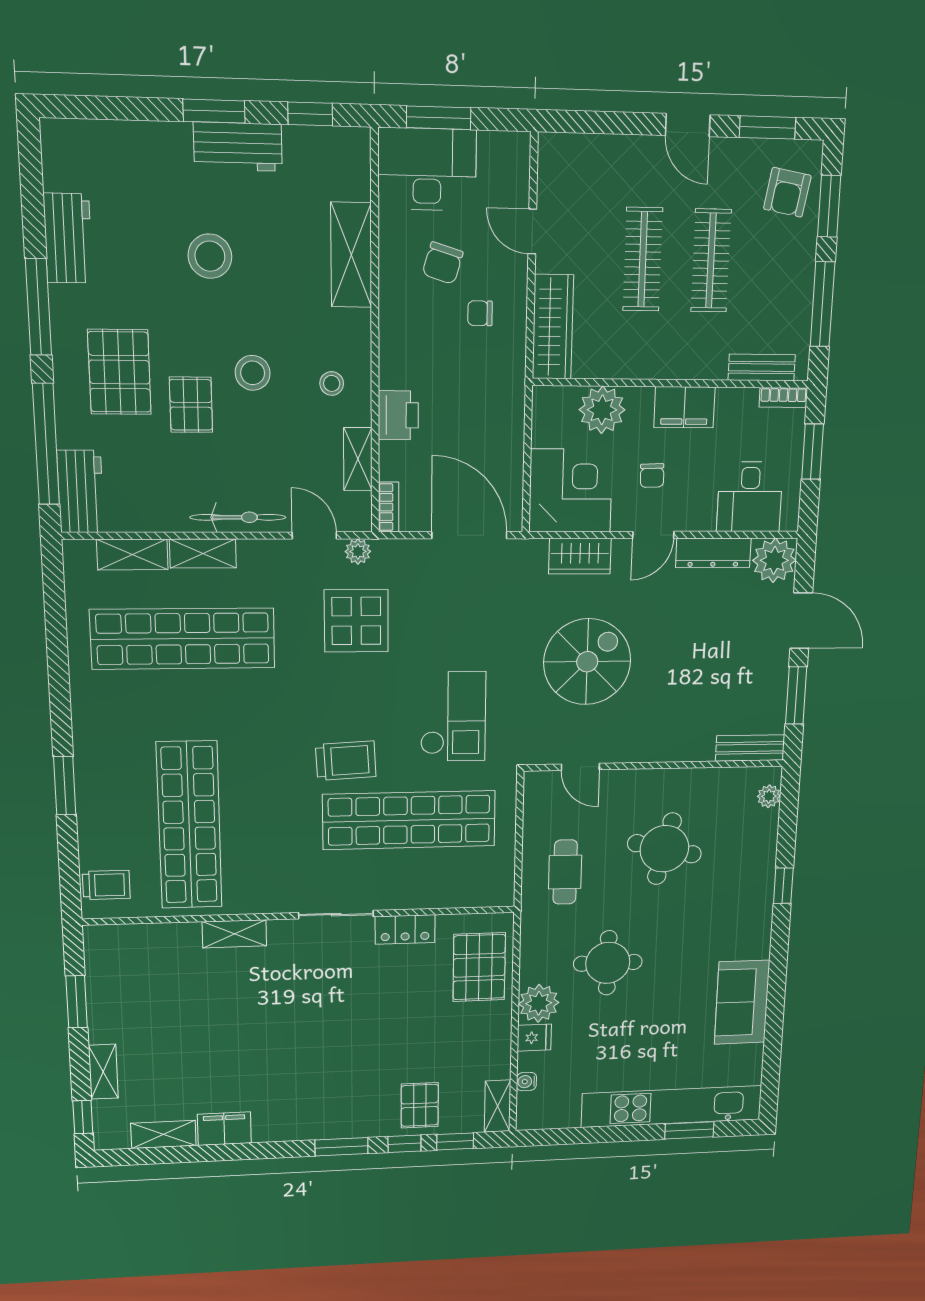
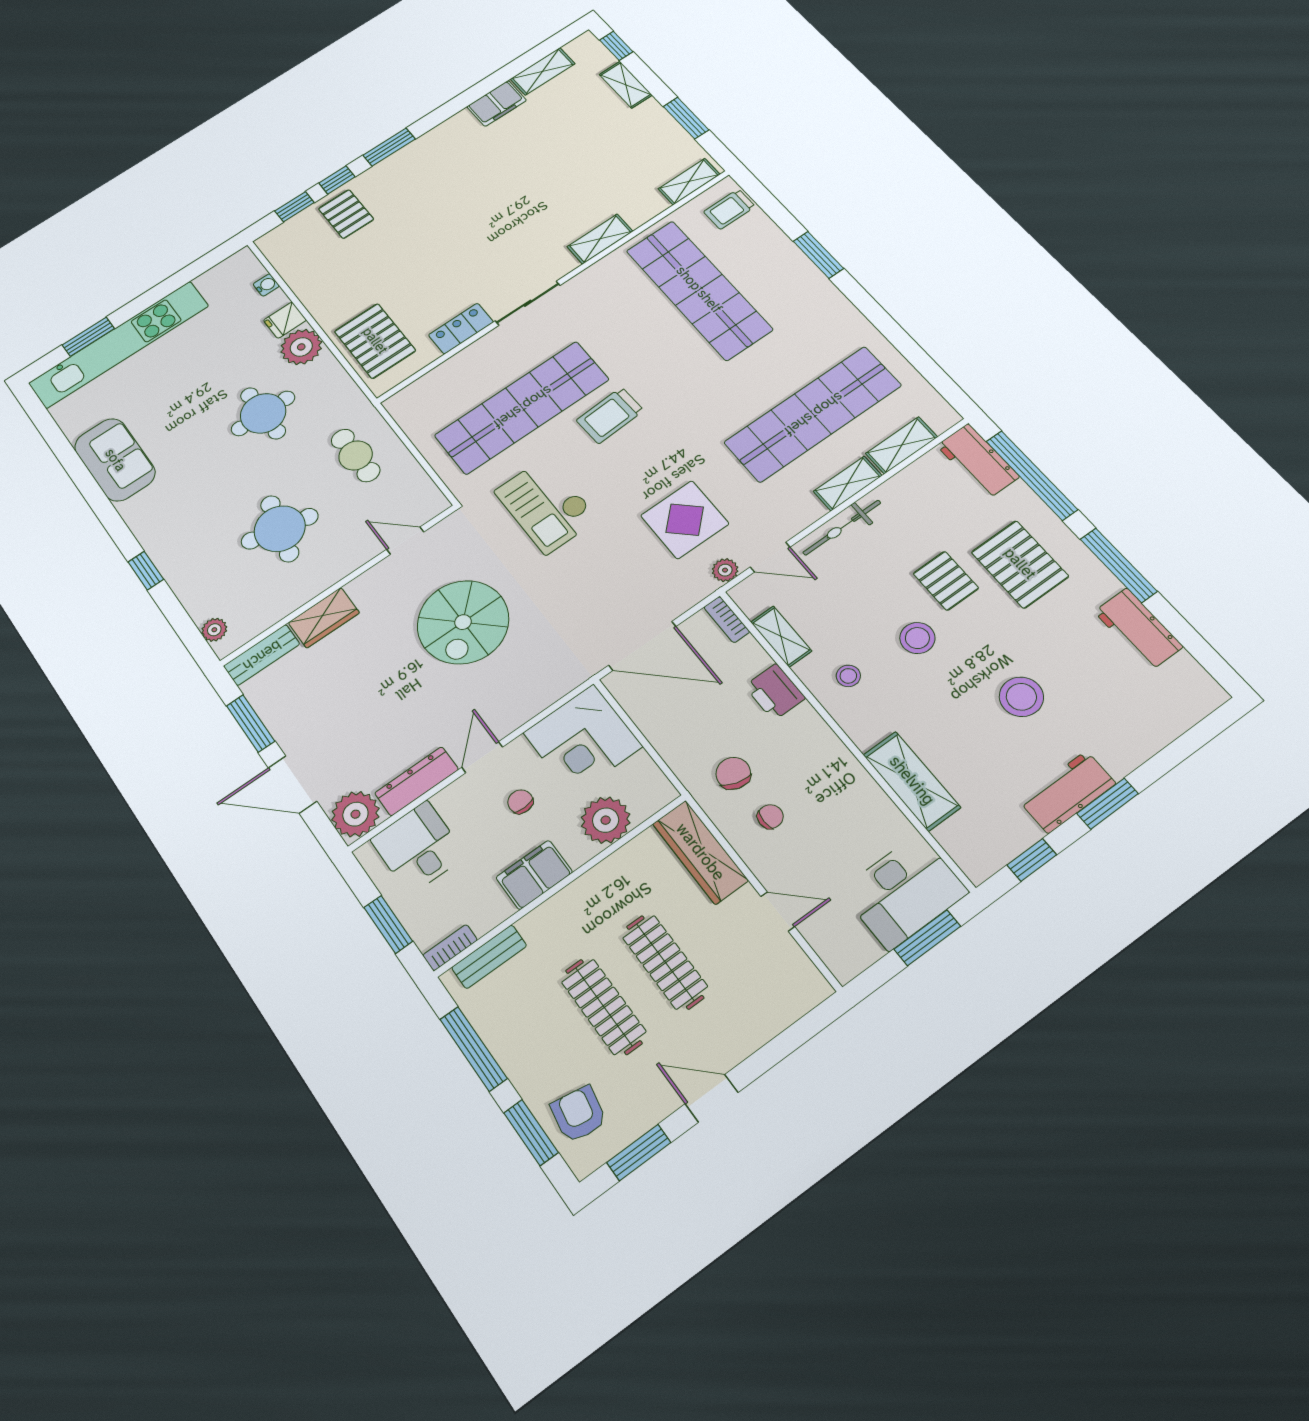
chair: (443, 263) -> (733, 773), moved
wardrobe: (580, 556) -> (324, 618), moved, turned 180
shelving: (498, 1106) -> (689, 182), moved, turned 90

